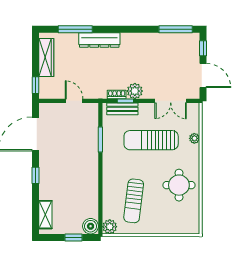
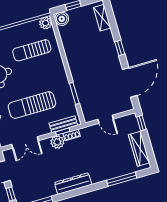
dresser: (99, 40) -> (73, 184), moved
double door: (171, 101) -> (25, 142), swing flipped
sun lounger: (151, 140) -> (32, 105), turned 180
sun lounger: (134, 201) -> (32, 50), turned -97

